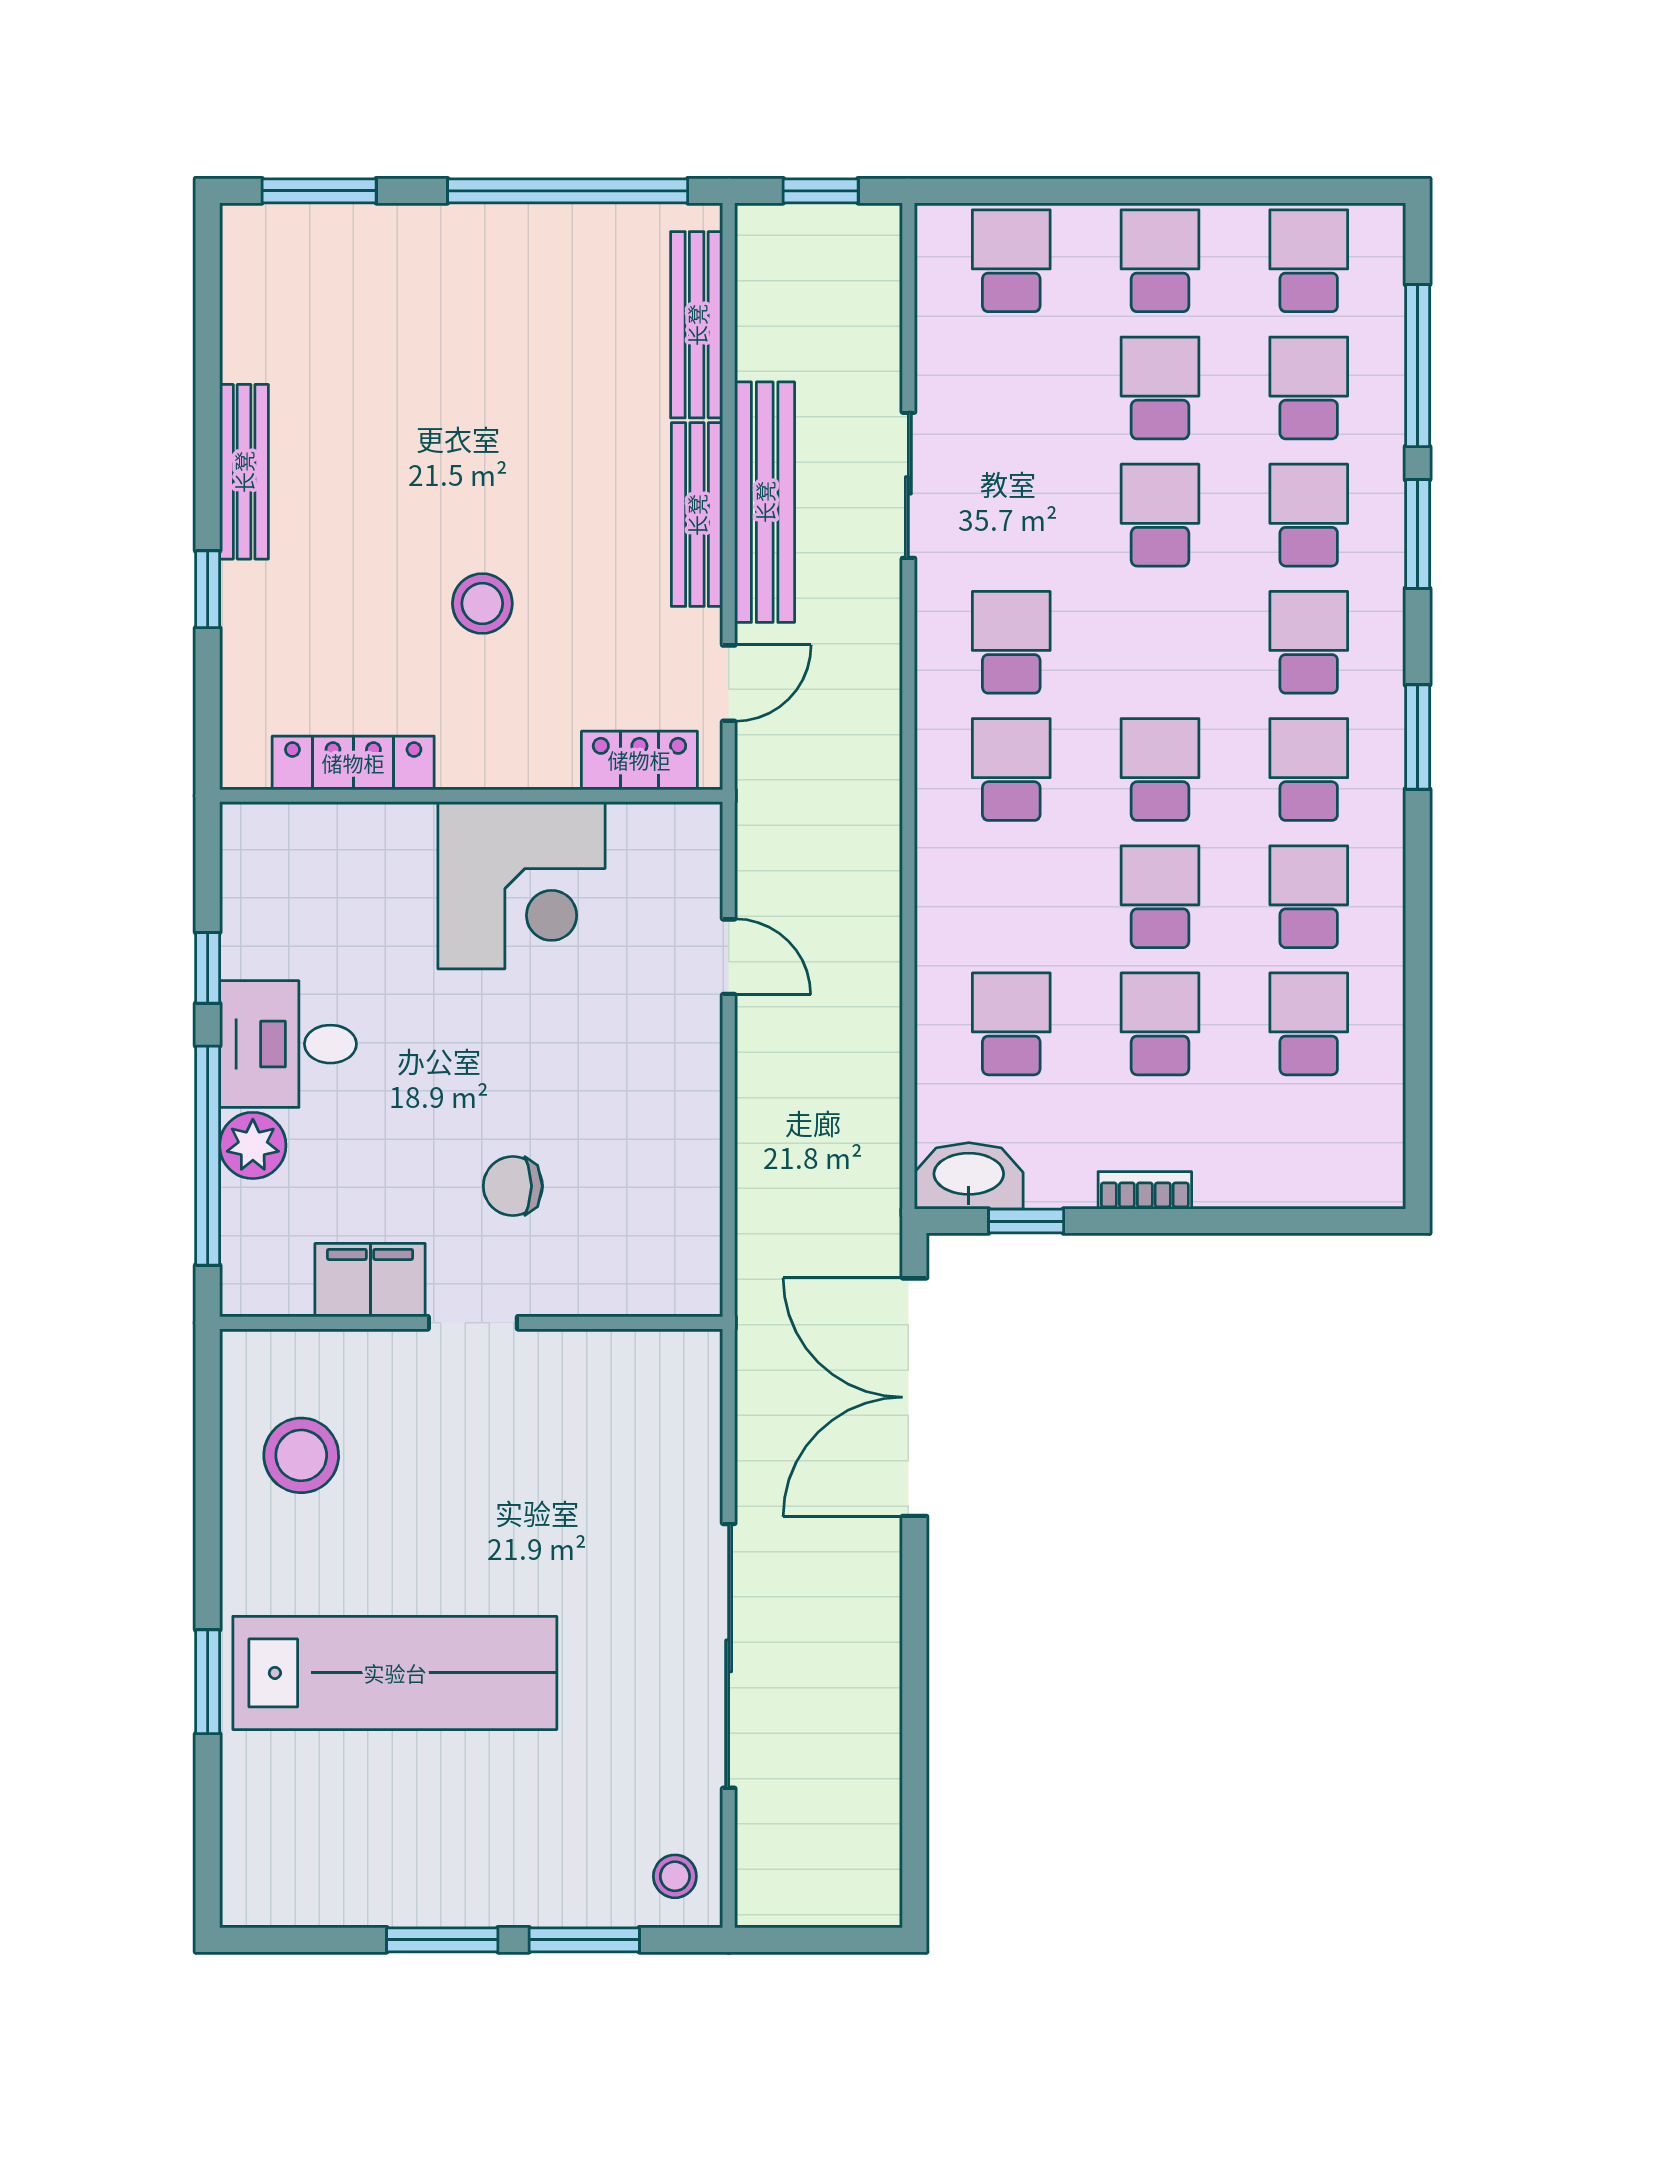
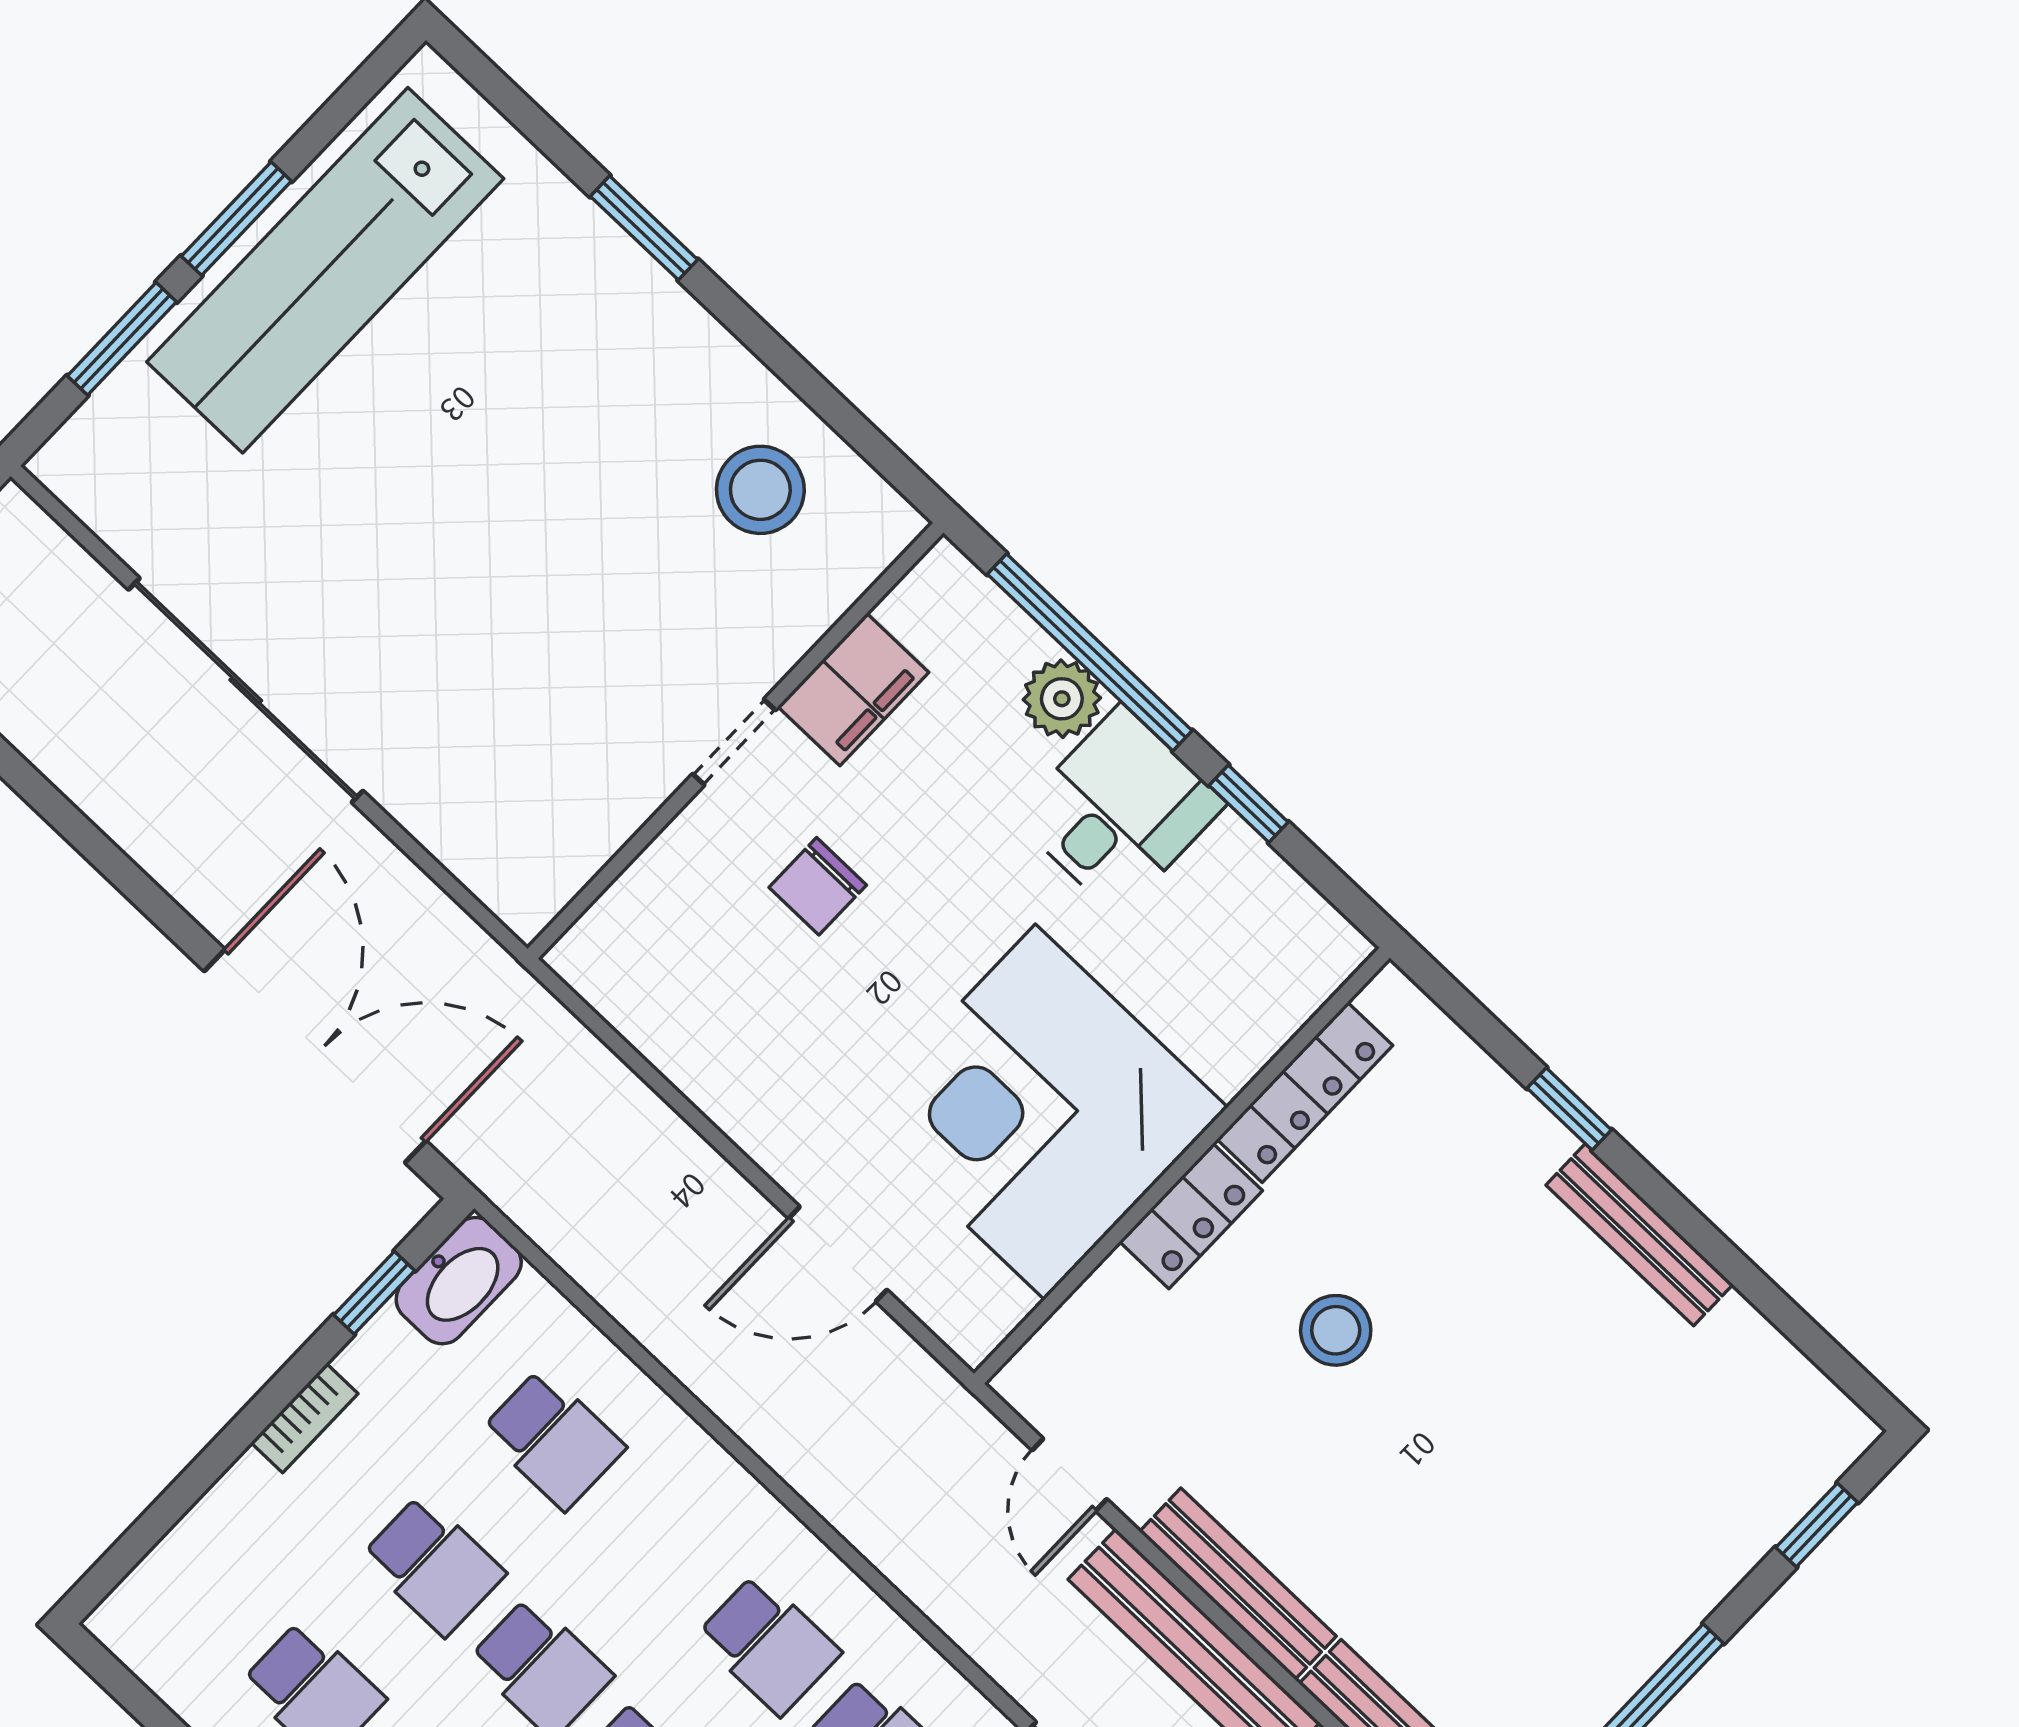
window: (319, 191) -> (1817, 1525), width x0.67
locker: (639, 760) -> (1191, 1216), moved
corner desk: (521, 885) -> (1040, 1112), width x1.36, depth x1.36
door: (729, 957) -> (838, 1254), width x1.38
chair: (513, 1186) -> (818, 886), turned 180
lab bench: (395, 1673) -> (325, 270), moved
stool: (675, 1876) -> (102, 467), removed

